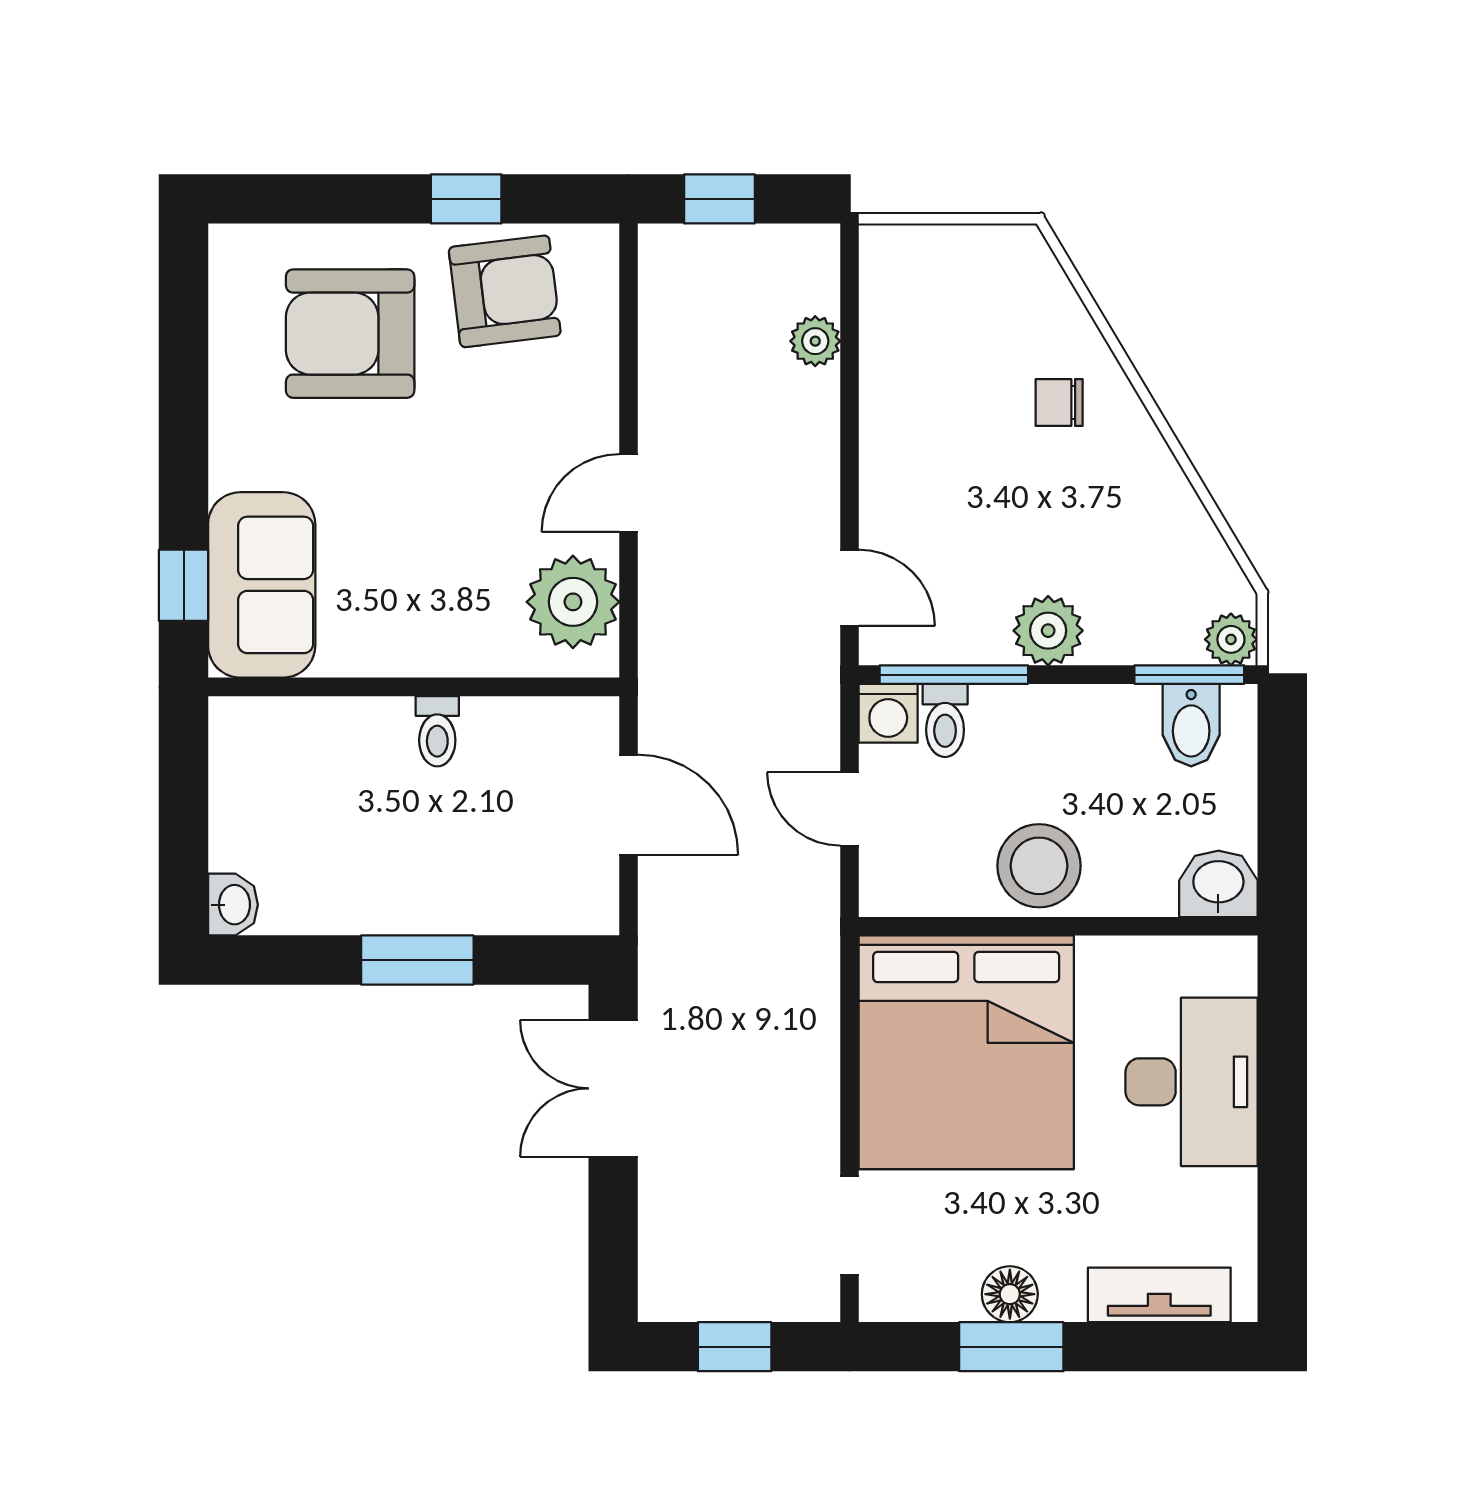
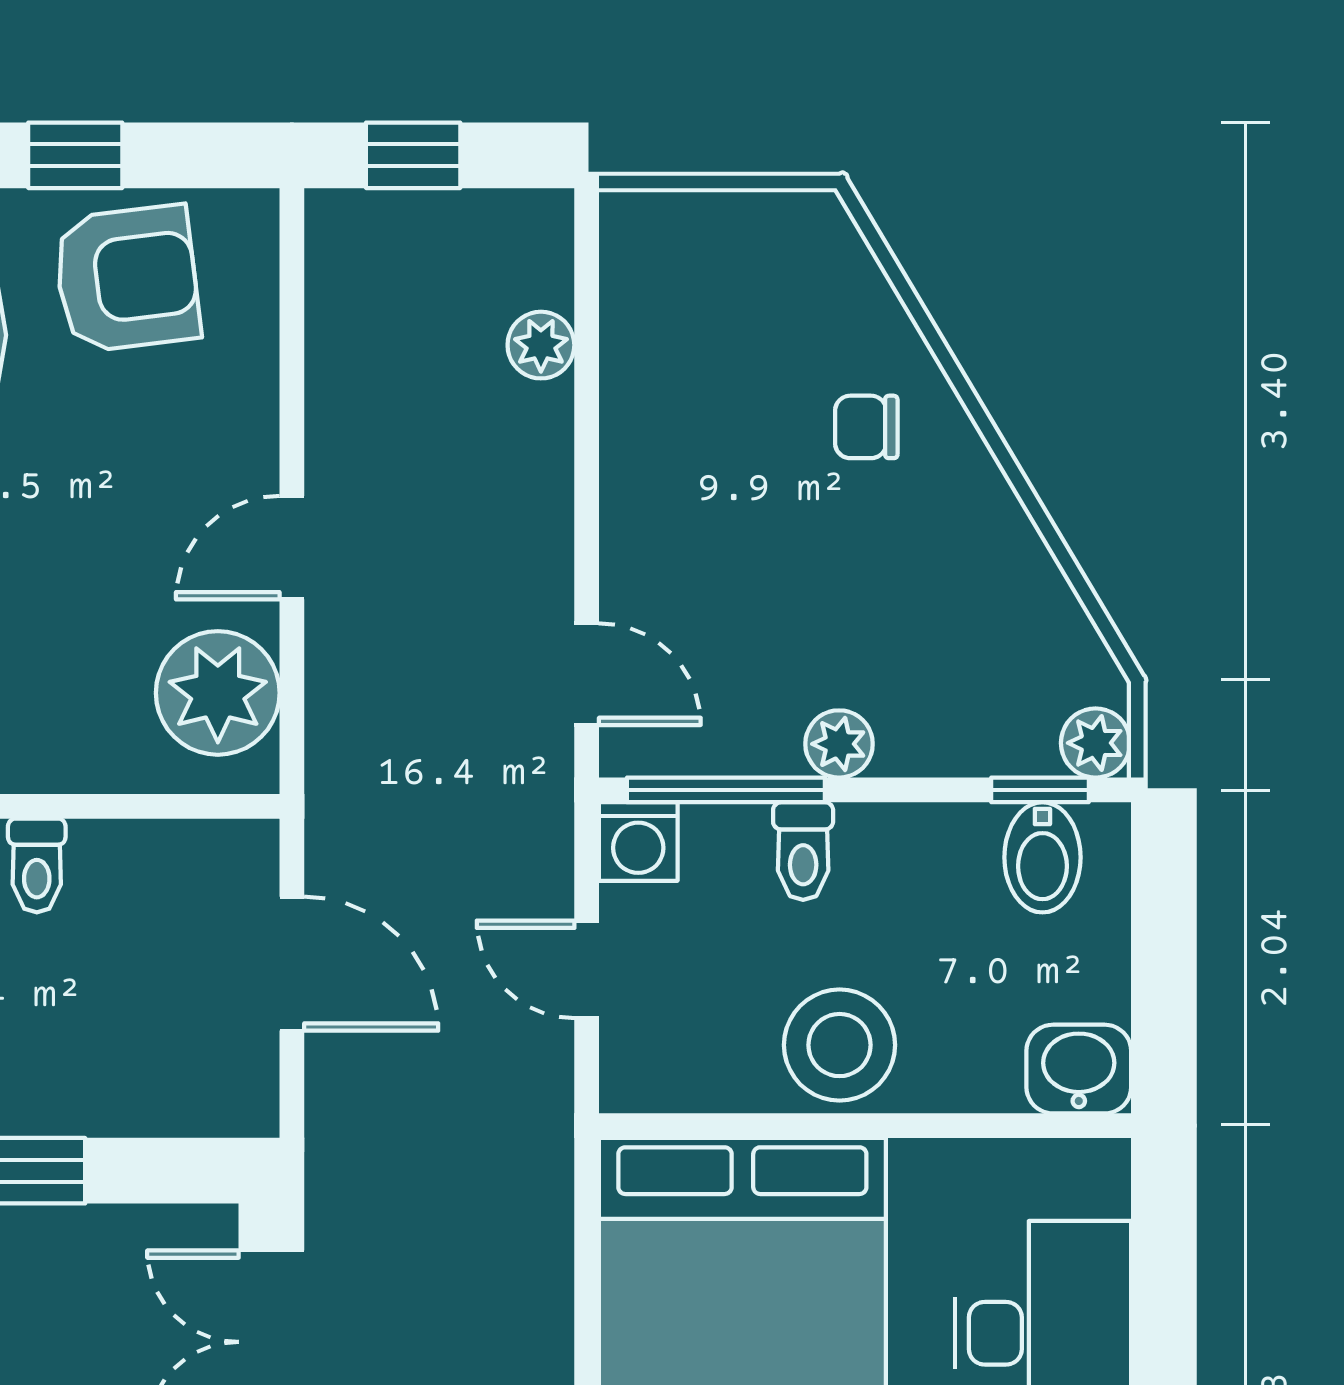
plant: (1048, 631) -> (839, 744), width x0.73, depth x0.73
window: (1189, 675) -> (1040, 790), width x0.67
toilet: (945, 720) -> (803, 851), moved

